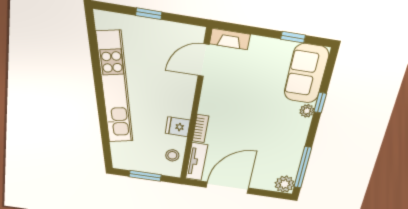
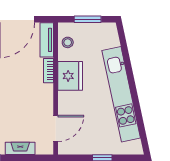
fireplace: (230, 39) -> (20, 148), moved
fridge: (178, 127) -> (70, 76), width x1.88, depth x1.34

